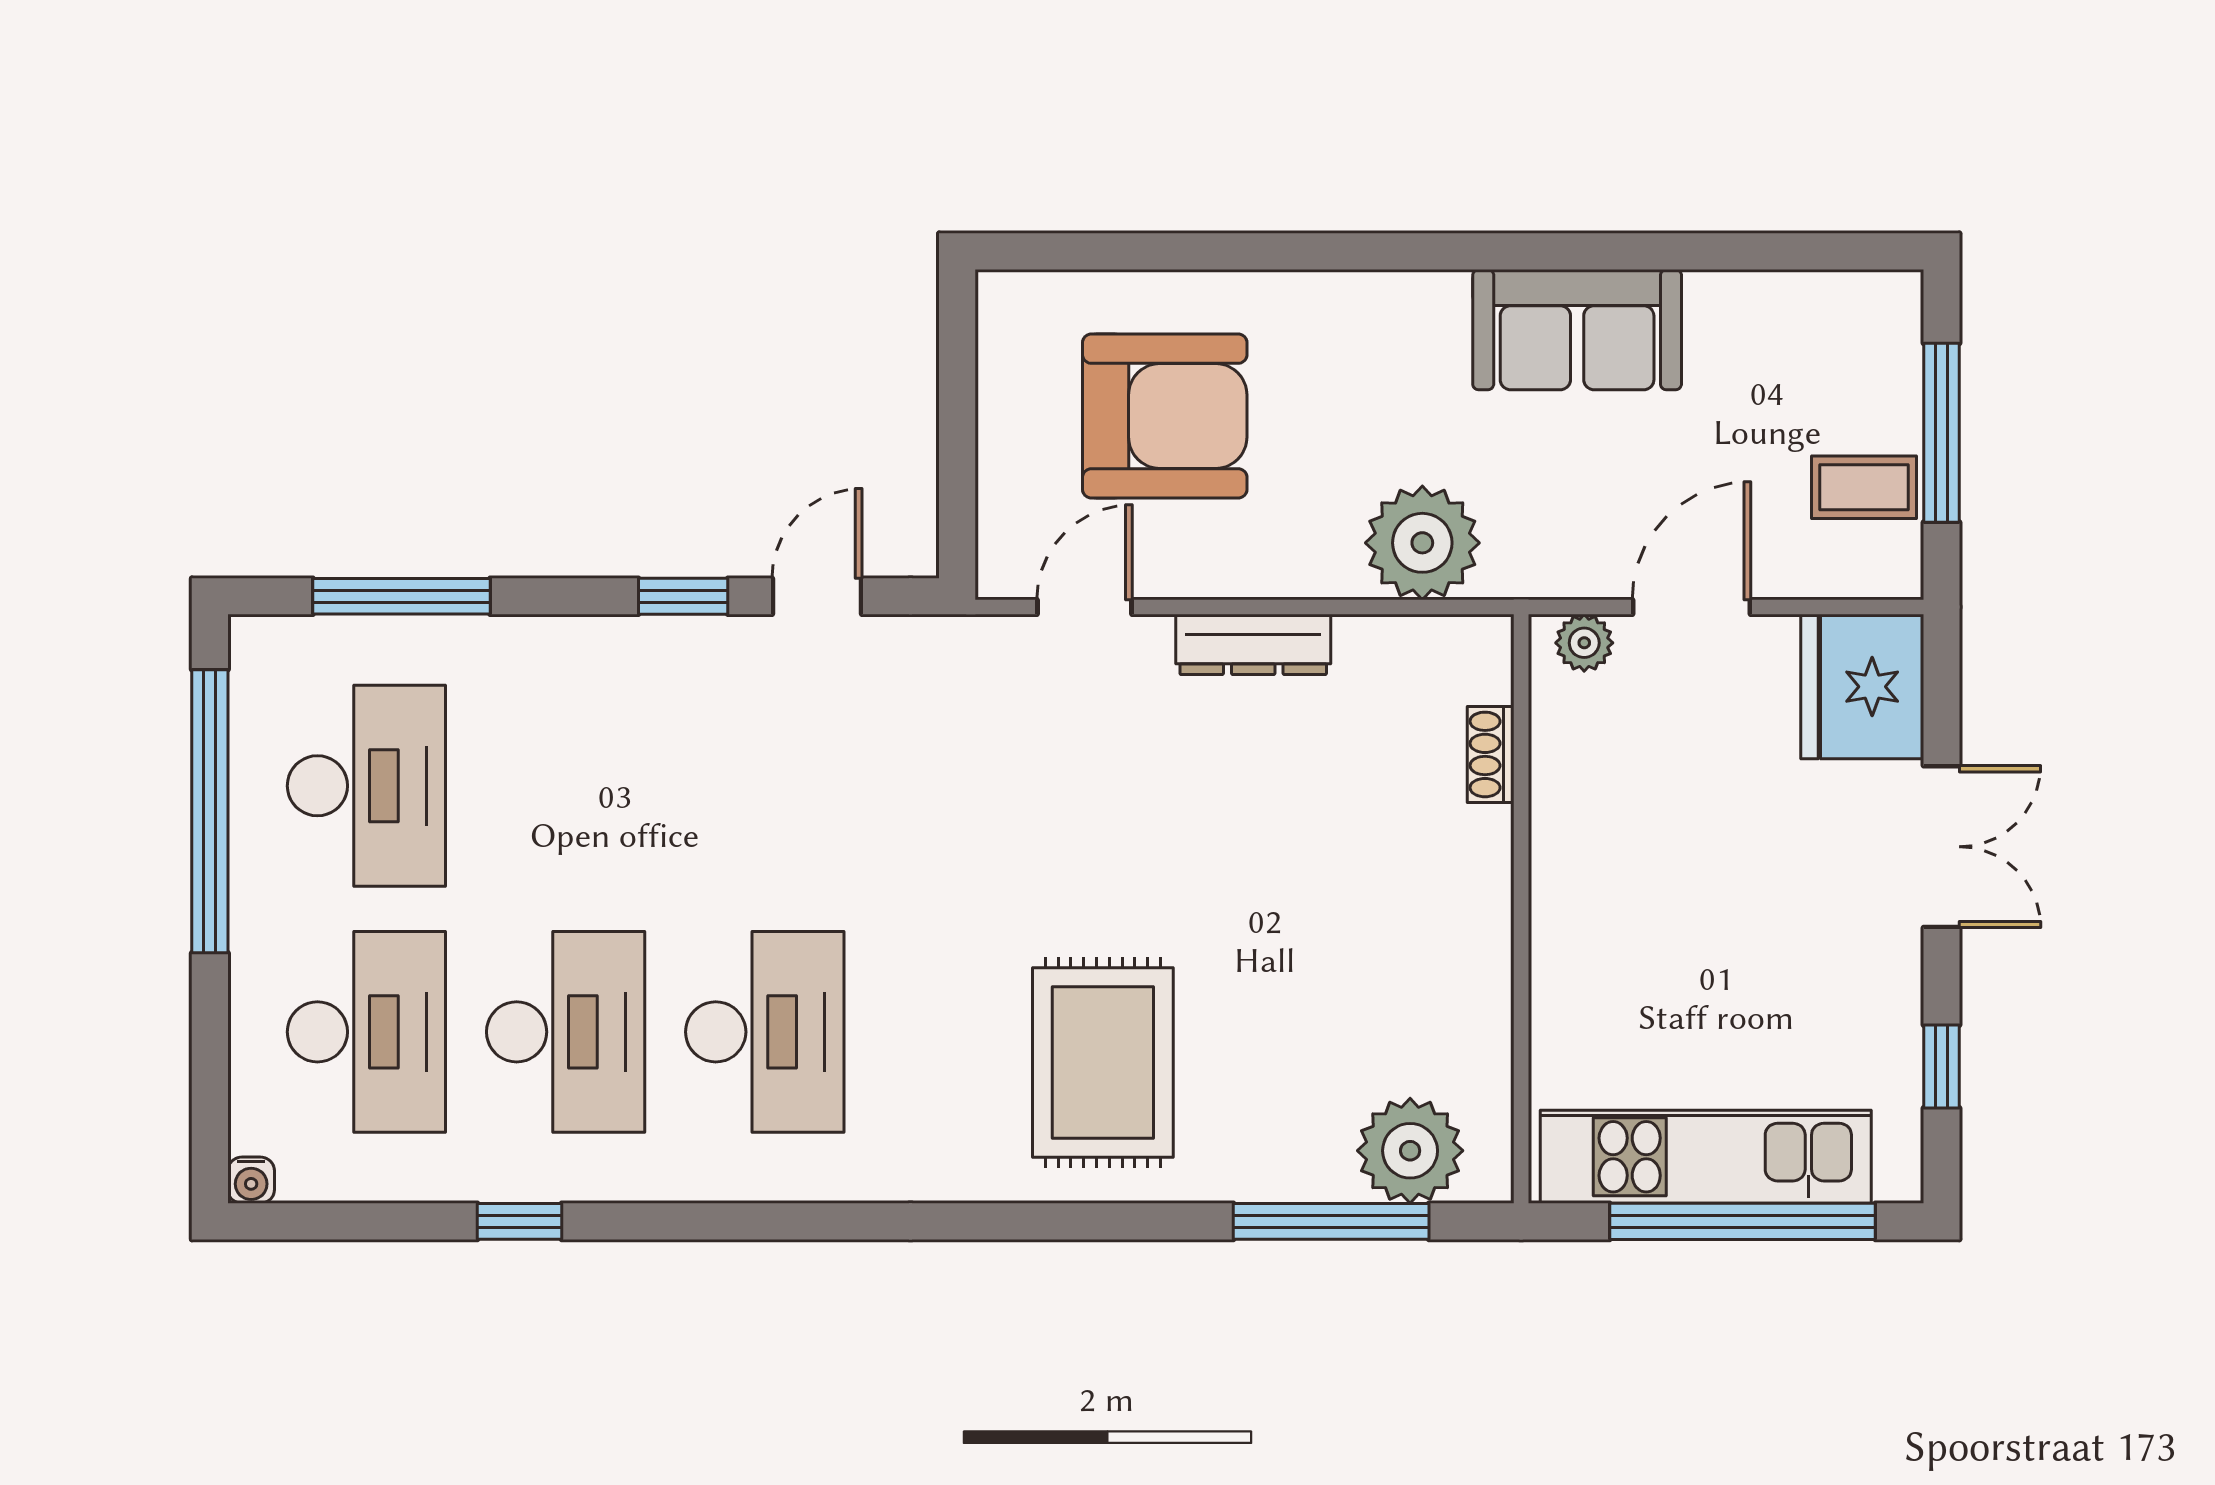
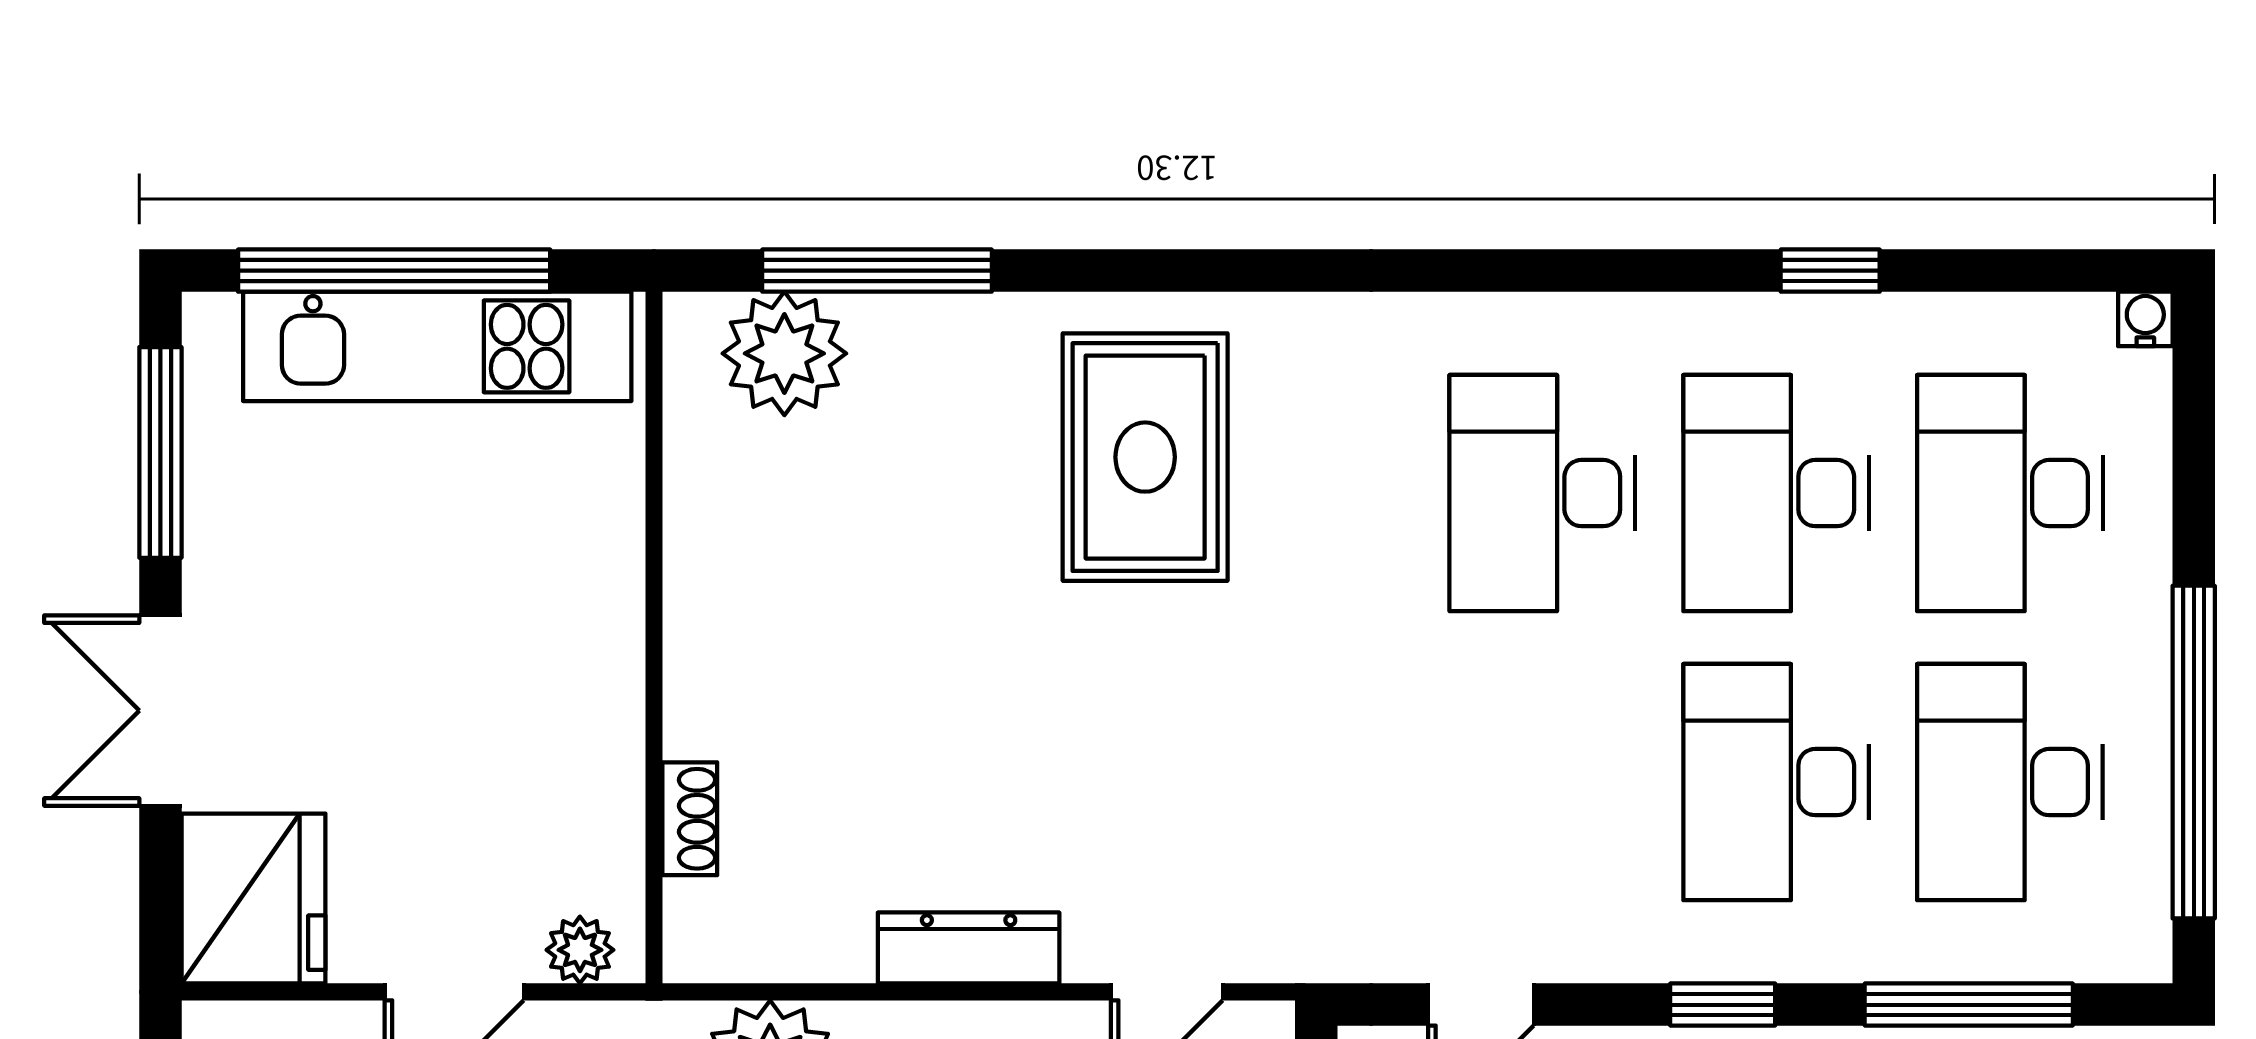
window: (683, 596) -> (1723, 1005), moved
desk: (566, 786) -> (1776, 782), added
window: (1941, 1066) -> (160, 452), width x2.17

